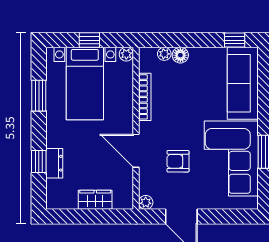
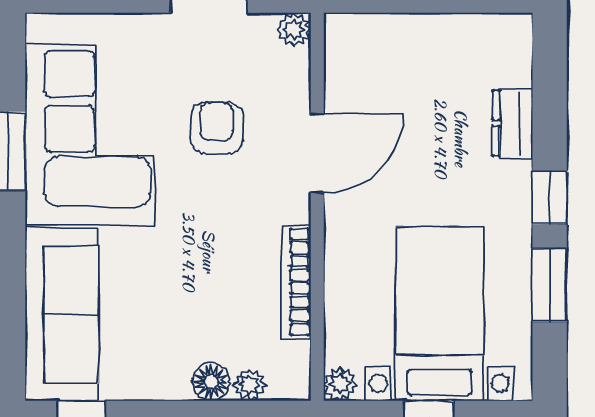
door: (136, 151) -> (317, 153), hinge flipped
window: (39, 161) -> (550, 197), moved
armchair: (178, 161) -> (217, 128), turned -90
wardrobe: (95, 200) -> (415, 36), removed

